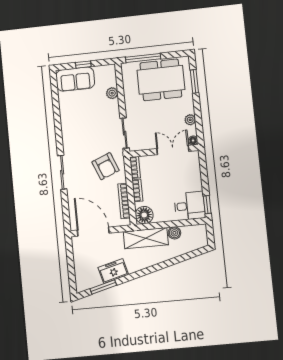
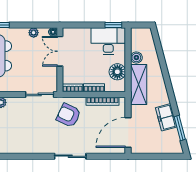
armchair: (106, 166) -> (69, 115), turned -133
desk: (190, 206) -> (108, 41), width x1.37
floor lamp: (144, 215) -> (117, 72), moved

